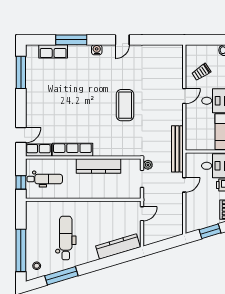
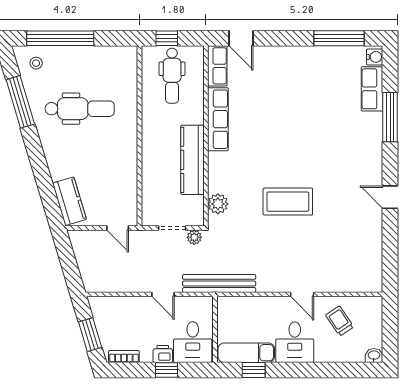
water cooler: (97, 50) -> (375, 57), moved
plant: (126, 150) -> (218, 204), added
kitchen counter: (118, 247) -> (69, 201), width x0.67

